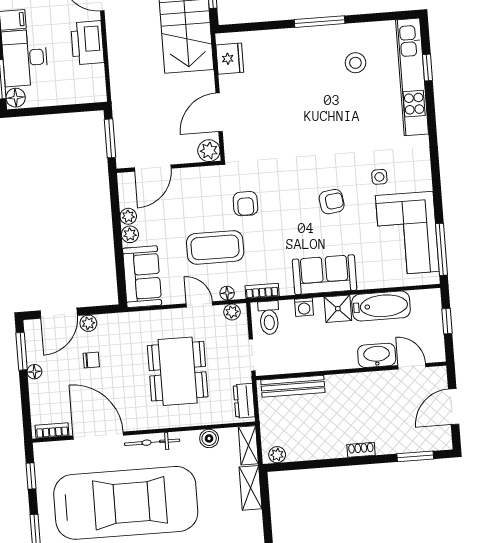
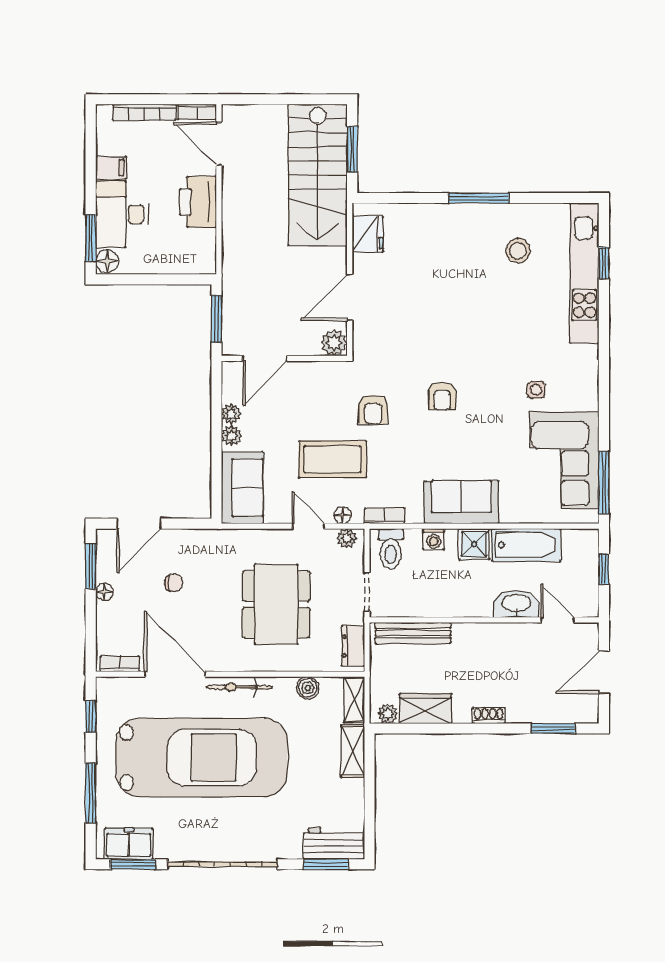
armchair: (332, 202) -> (442, 396), moved, turned 98
plant: (88, 323) -> (173, 539), removed
wardrobe: (308, 448) -> (426, 708), added

